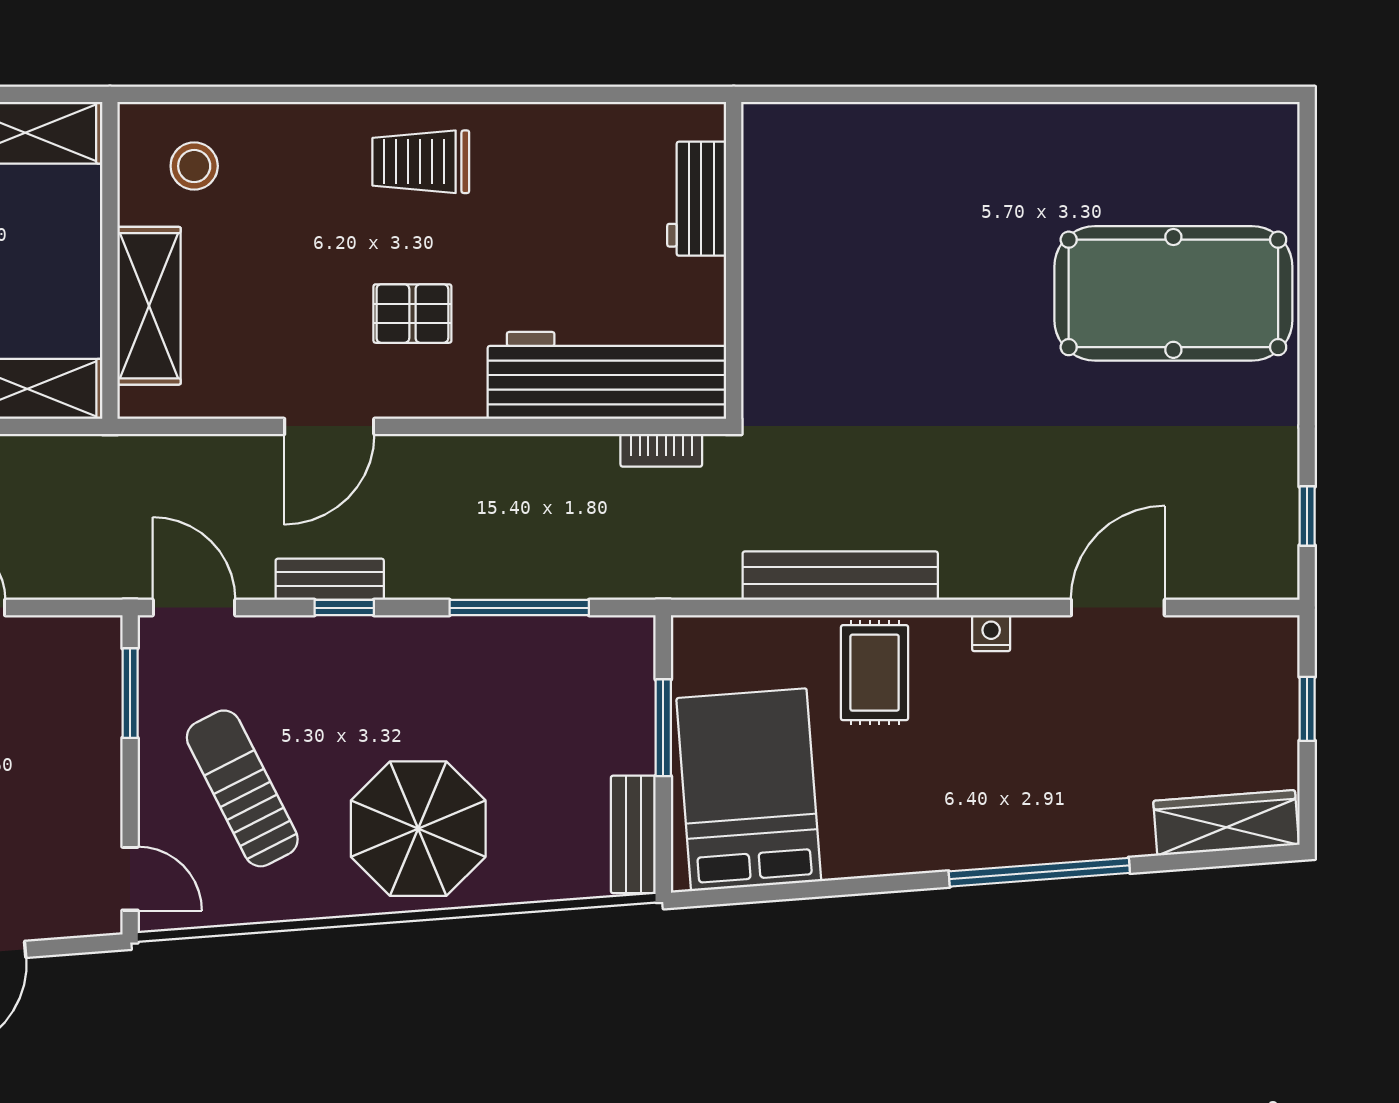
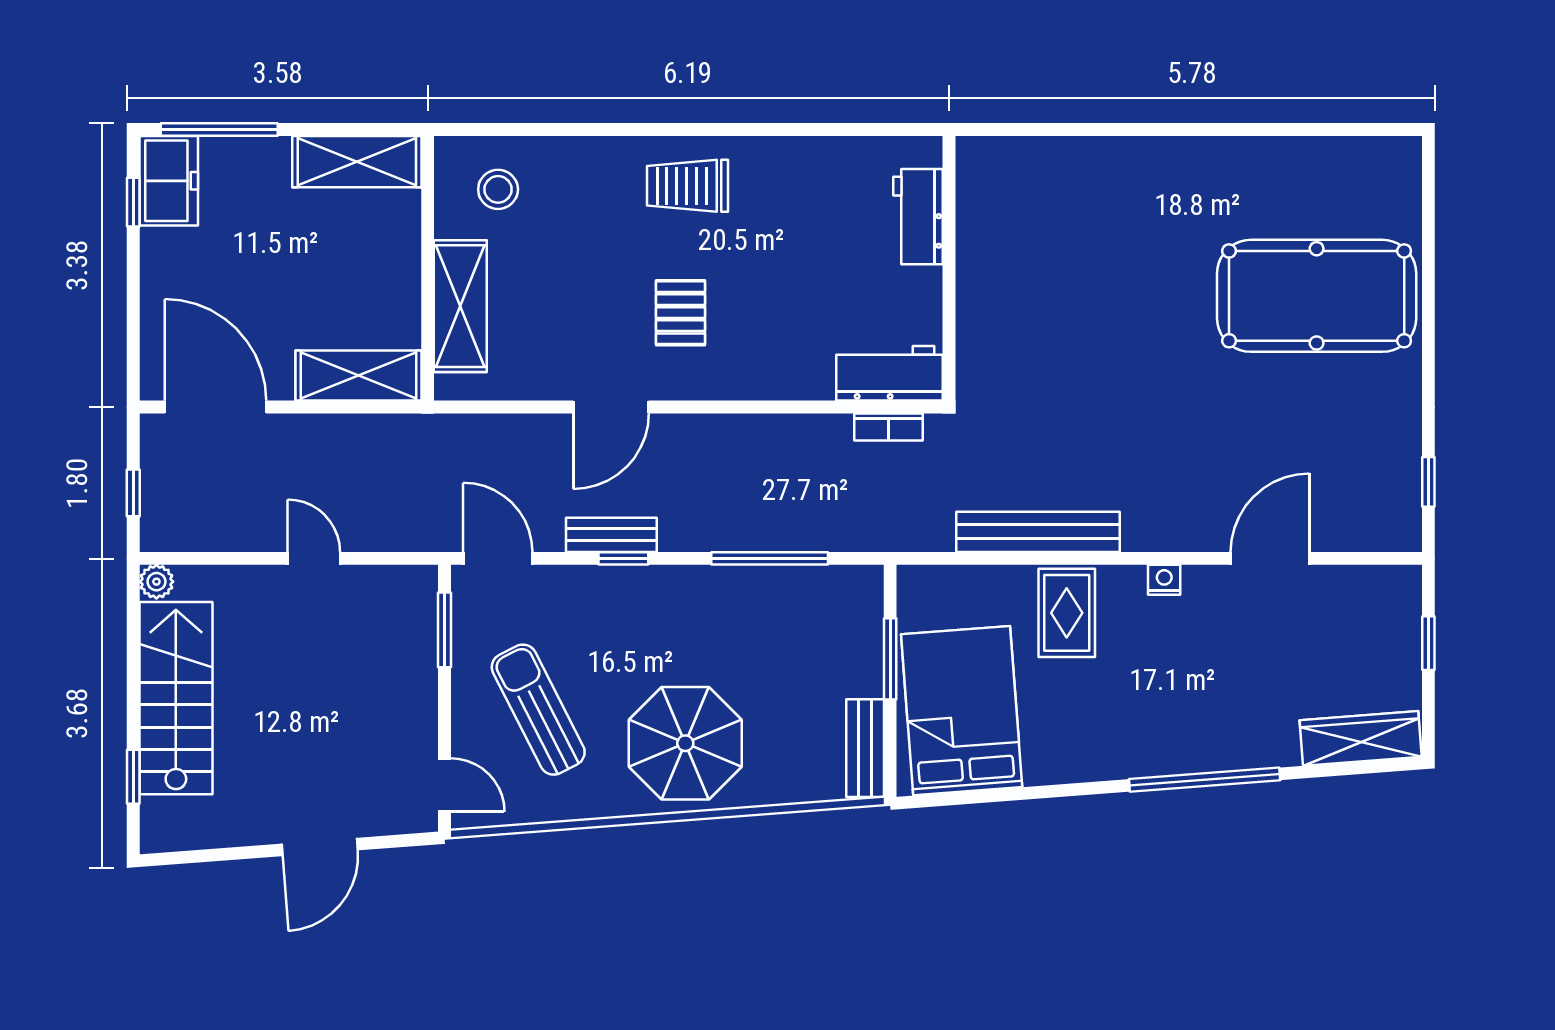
pallet: (412, 314) -> (680, 313), turned 90
workbench: (607, 375) -> (890, 373), width x0.53, depth x0.76

